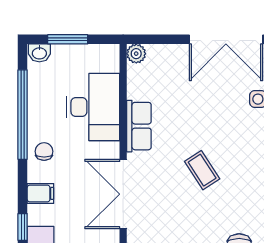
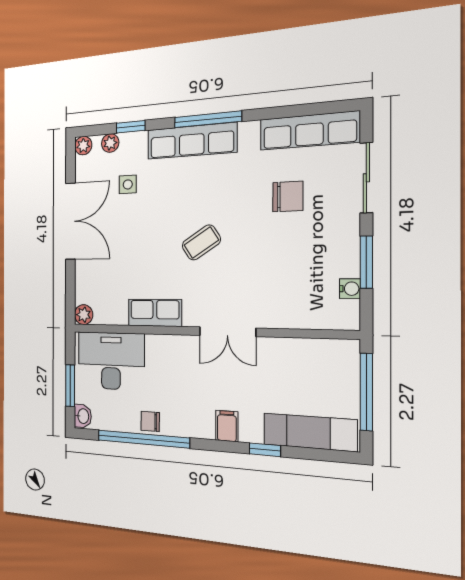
desk: (93, 107) -> (111, 361), moved
chair: (44, 151) -> (150, 421), moved
double door: (123, 194) -> (227, 332), width x0.73

